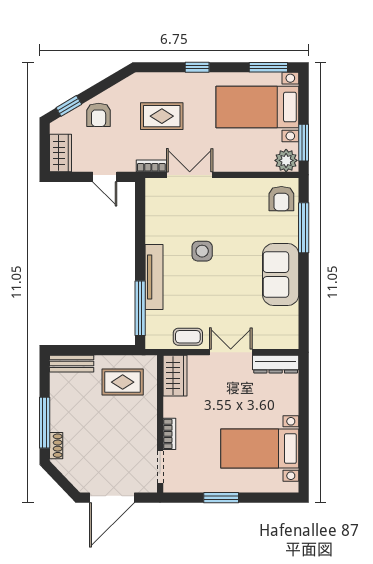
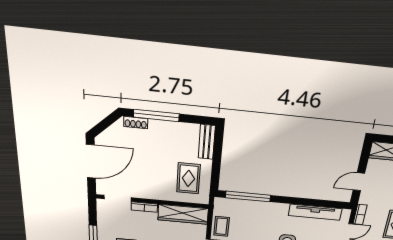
tv unit: (154, 277) -> (315, 212), moved
wardrobe: (175, 376) -> (183, 214), width x1.50
door: (112, 498) -> (91, 161), swing flipped

